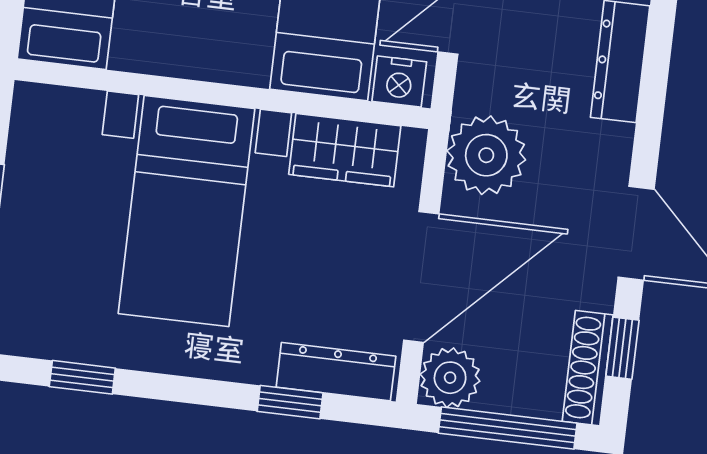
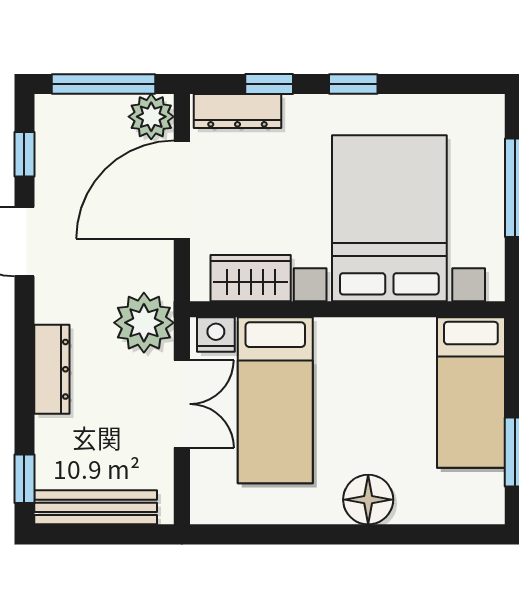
plant: (486, 155) -> (144, 323), moved
bed with nightstands: (187, 211) -> (389, 218), width x1.36
shoe rack: (588, 368) -> (49, 136), removed
window: (82, 377) -> (353, 84), moved

